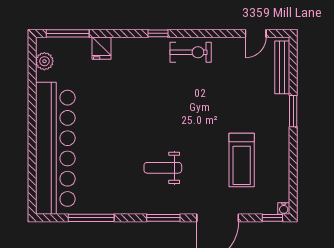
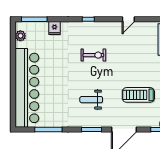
door: (256, 33) -> (128, 19), moved
exercise bike: (191, 52) -> (93, 55), moved
treadmill: (242, 160) -> (138, 95), turned 90

